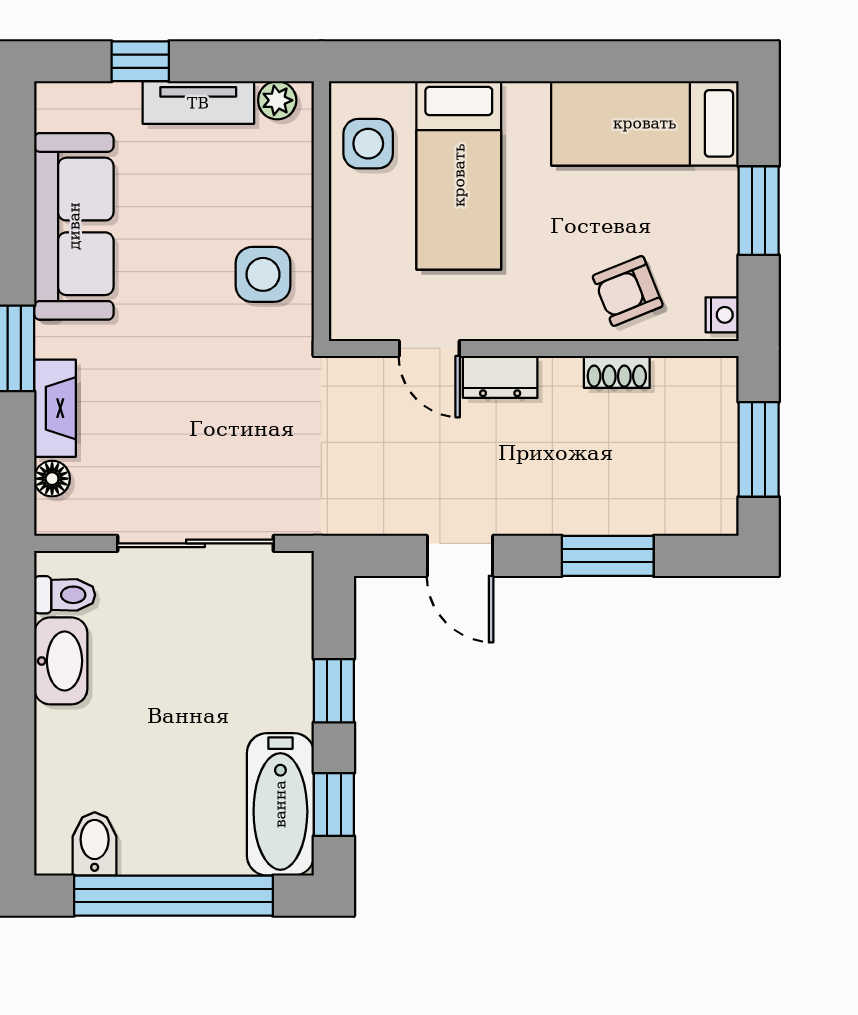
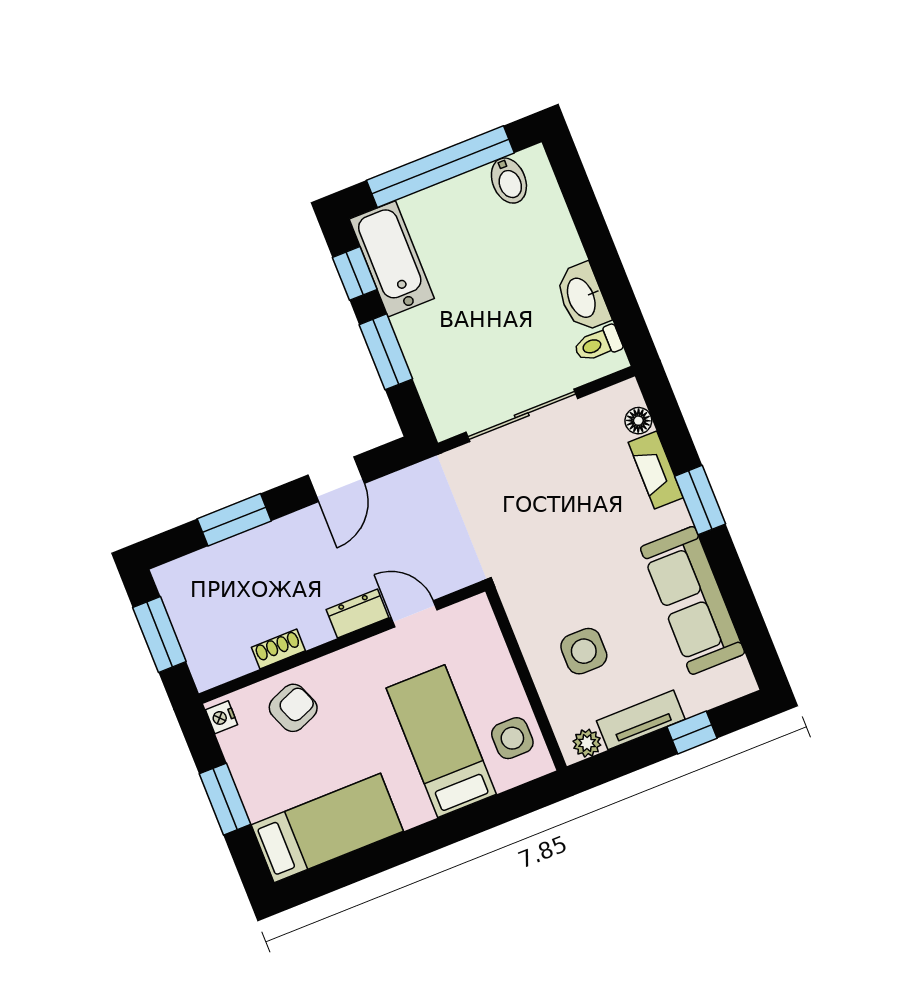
side table: (263, 274) -> (584, 651), moved
door: (460, 556) -> (336, 479), swing flipped
window: (334, 691) -> (386, 352), width x1.50

